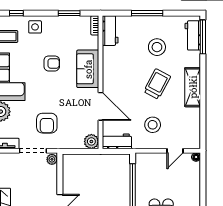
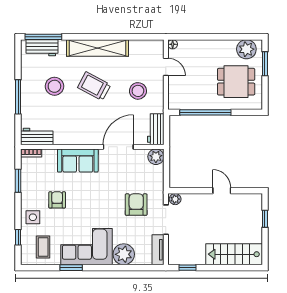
armchair: (52, 63) -> (57, 200), moved
shelving: (193, 87) -> (98, 48), width x1.47
armchair: (47, 123) -> (136, 205), turned -90

